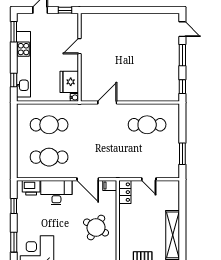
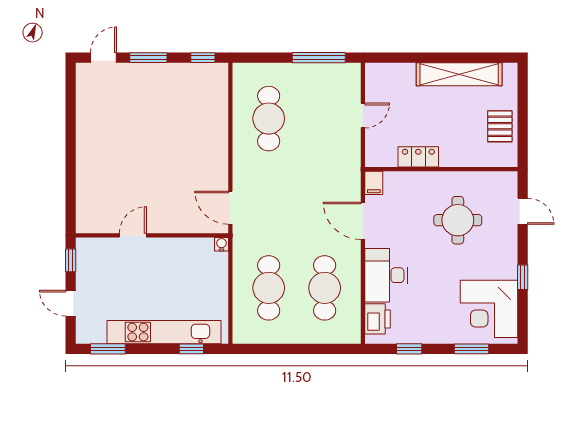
door: (79, 46) -> (133, 235), swing flipped
fridge: (69, 82) -> (195, 253), removed
door: (107, 103) -> (230, 208), moved
window: (182, 154) -> (319, 58), width x1.44
door: (88, 179) -> (363, 221), swing flipped
locker: (125, 192) -> (418, 157), moved
round table: (96, 227) -> (458, 220), moved, turned -30

